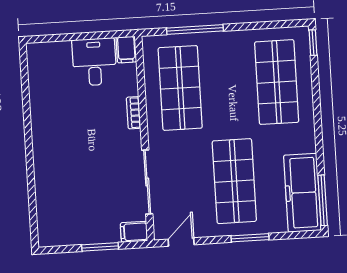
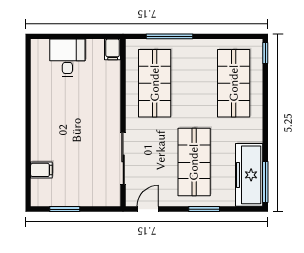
desk: (94, 62) -> (67, 58), moved
bookcase: (134, 113) -> (115, 101), removed
filing cabinet: (134, 232) -> (41, 170), moved, turned 180
window: (100, 247) -> (65, 209), moved

